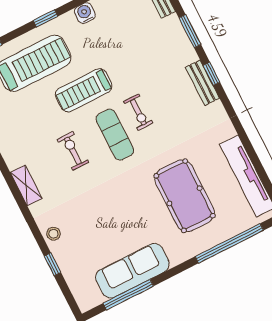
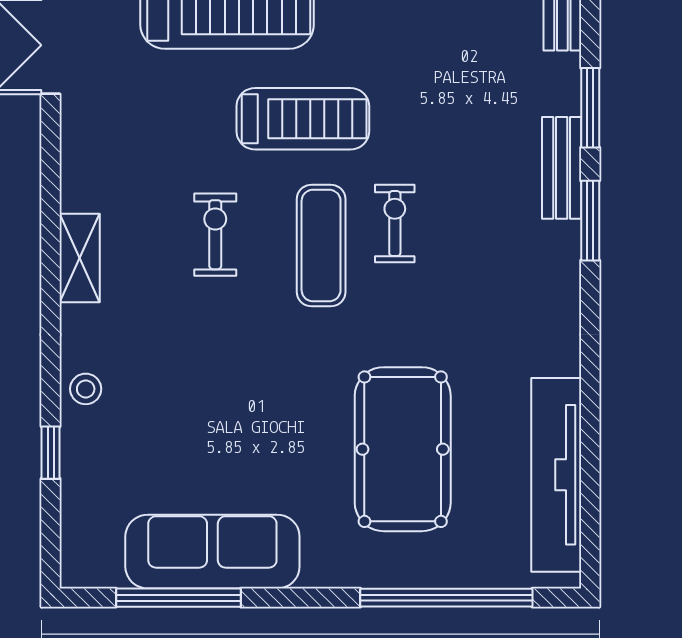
window: (211, 74) -> (590, 221), width x1.50
bench: (203, 83) -> (562, 168), moved
treadmill: (84, 90) -> (303, 119), turned 180
exercise bike: (138, 112) -> (395, 224), turned 180

